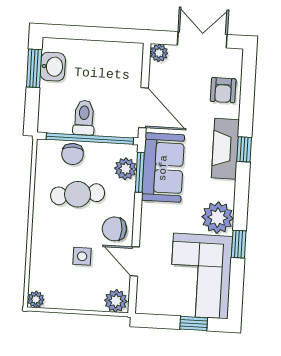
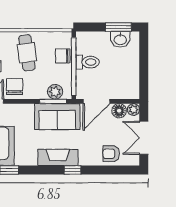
double door: (202, 40) -> (144, 138), swing flipped
floor lamp: (160, 74) -> (119, 111), added
fireplace: (225, 149) -> (58, 157), moved
cafe table: (78, 194) -> (27, 53), moved
plant: (218, 218) -> (26, 155), removed

